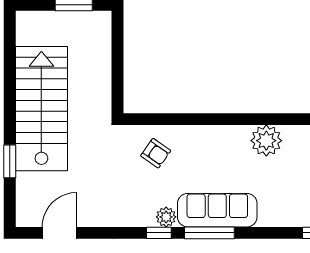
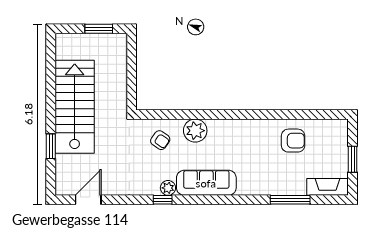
plant: (266, 141) -> (195, 131), moved
window: (209, 233) -> (200, 200), removed

